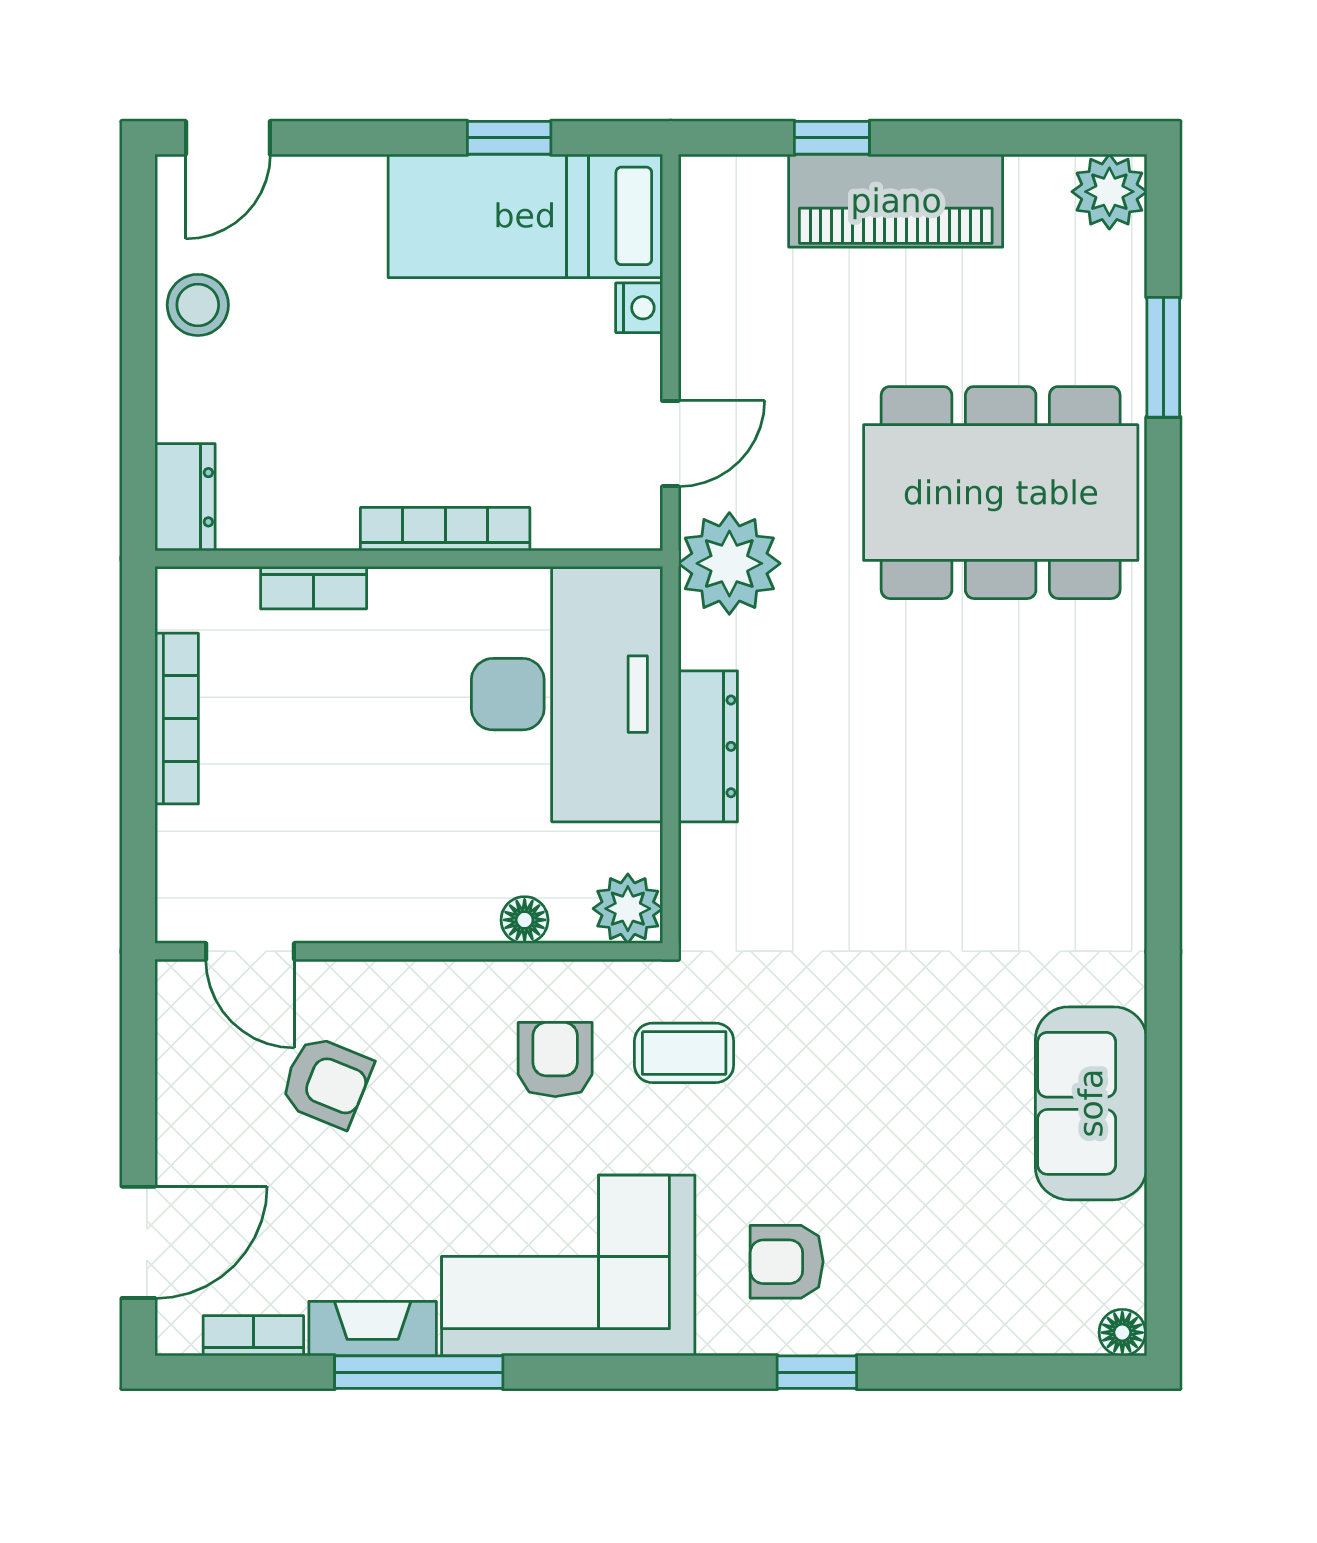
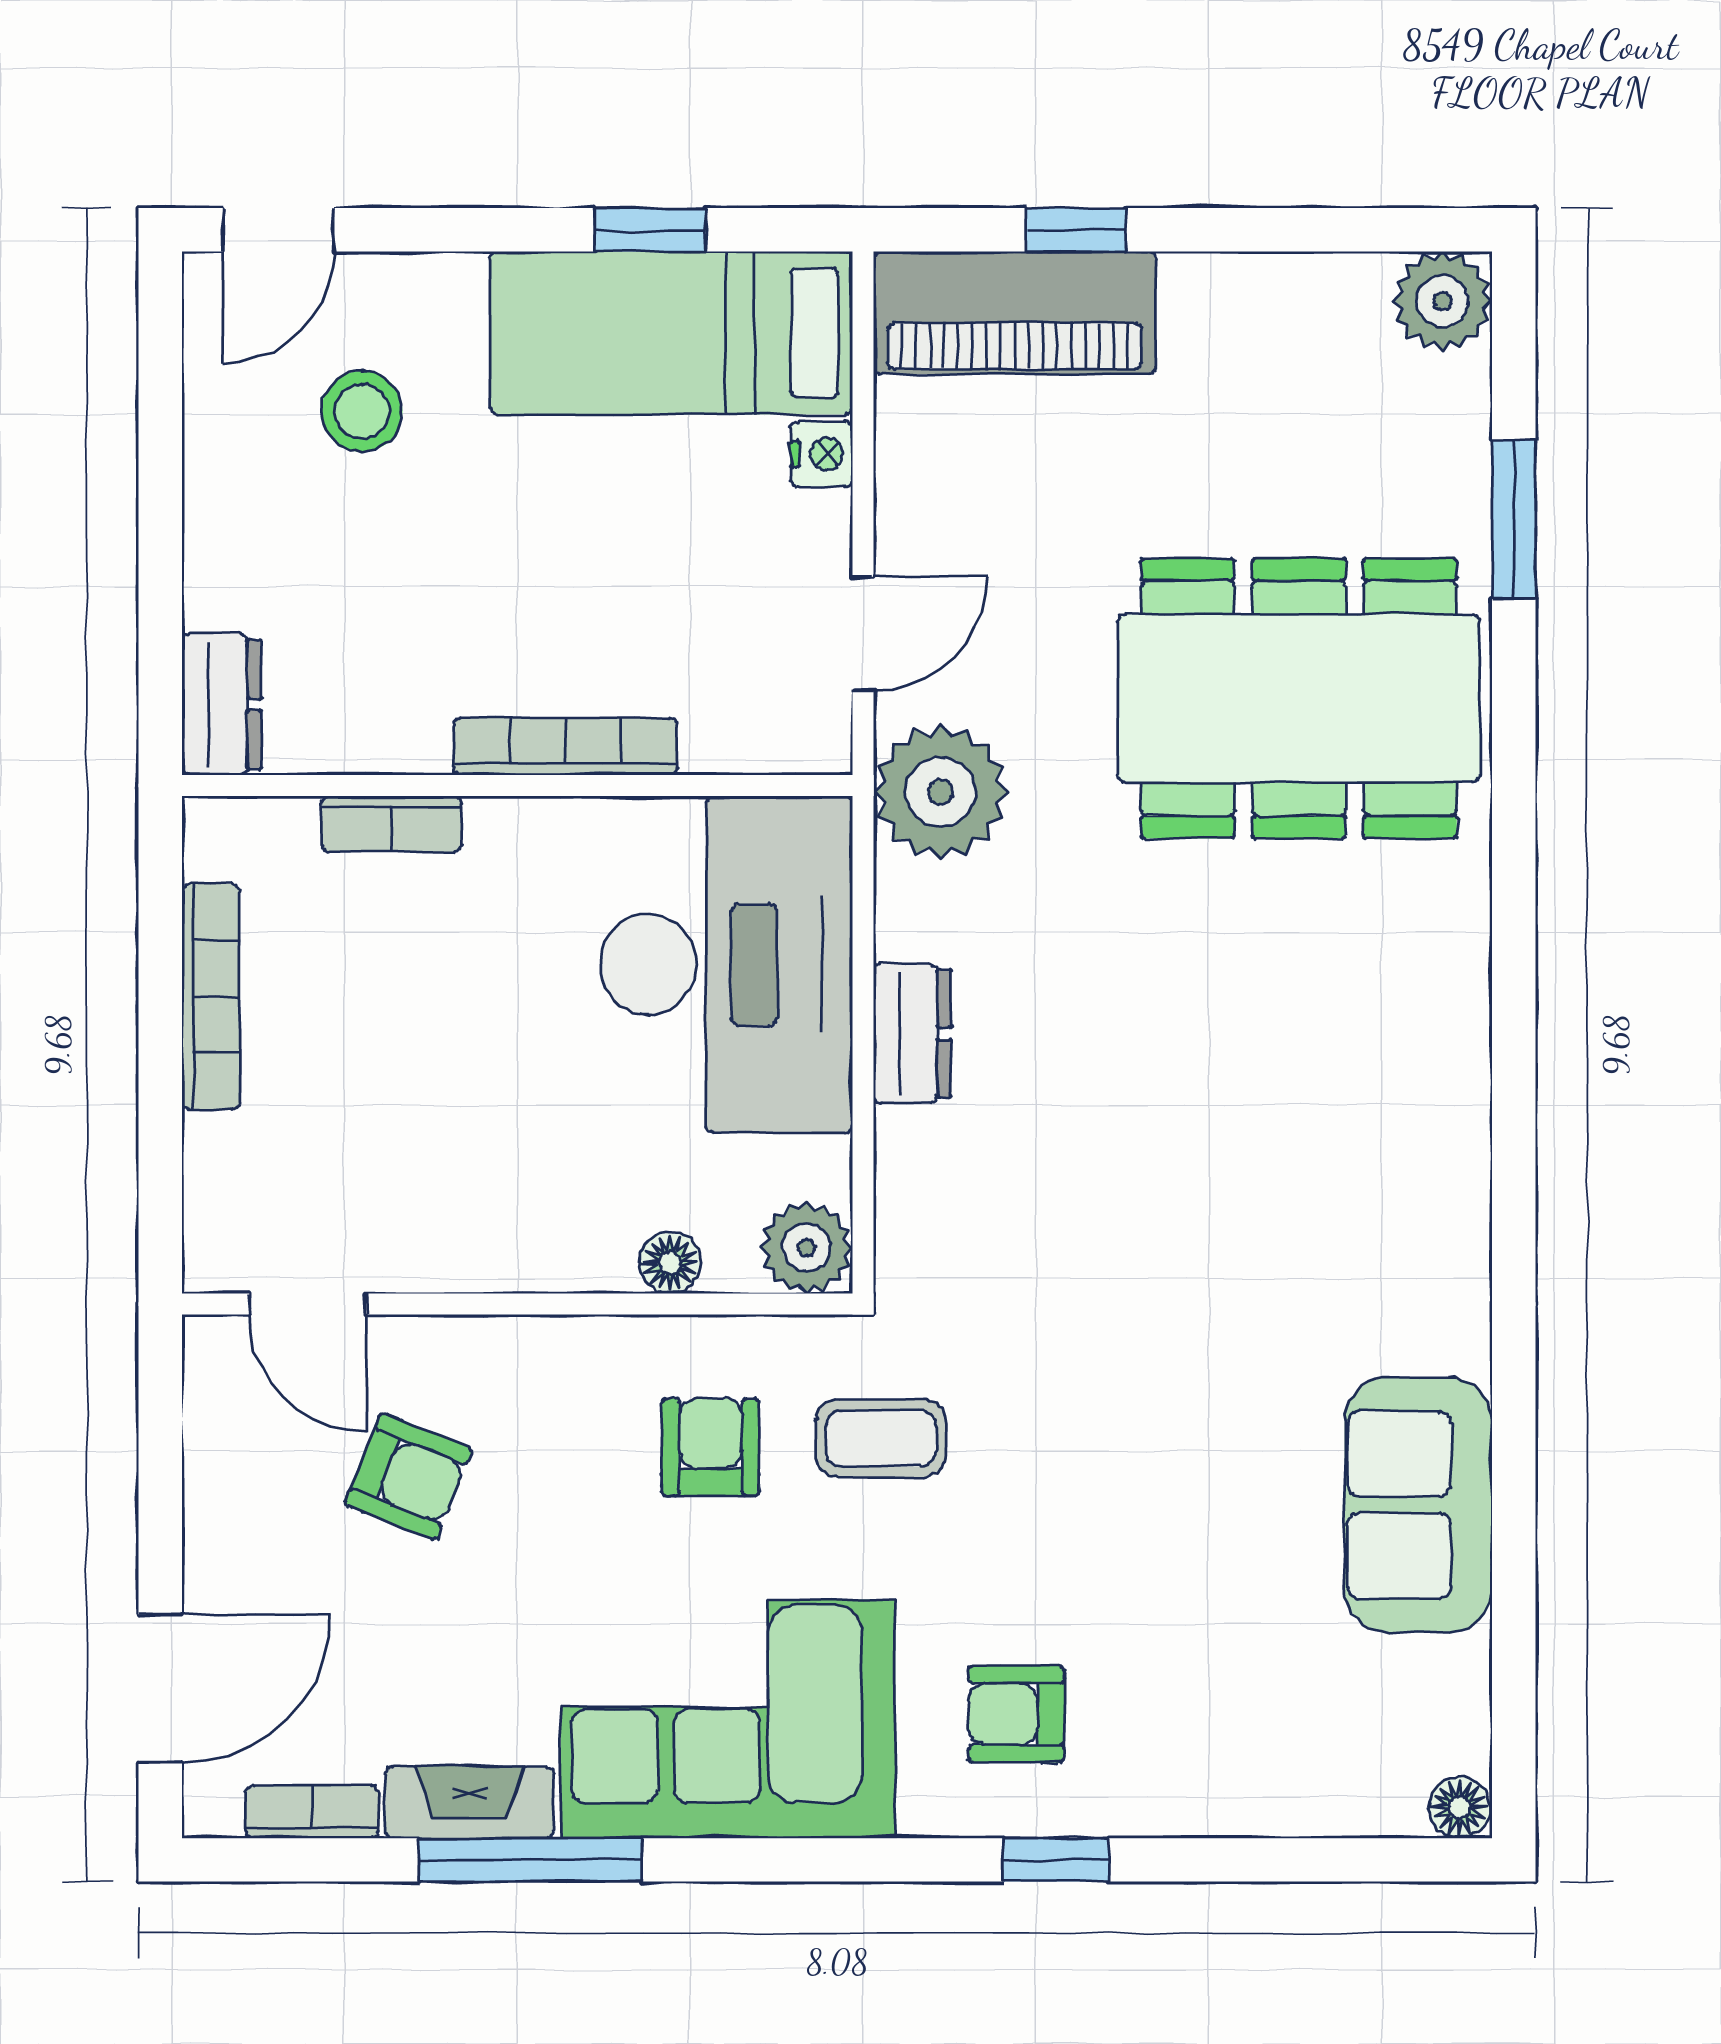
piano: (896, 201) -> (1015, 313), moved
stool: (198, 305) -> (362, 411), moved
dresser: (708, 746) -> (912, 1033), width x0.70

